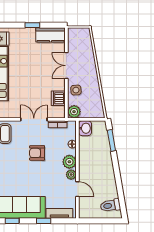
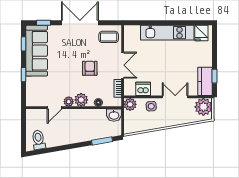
window: (32, 25) -> (215, 76), moved
plant: (77, 37) -> (203, 107), added
tv unit: (59, 213) -> (31, 90), removed

